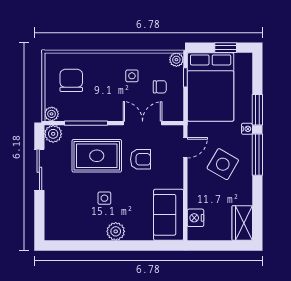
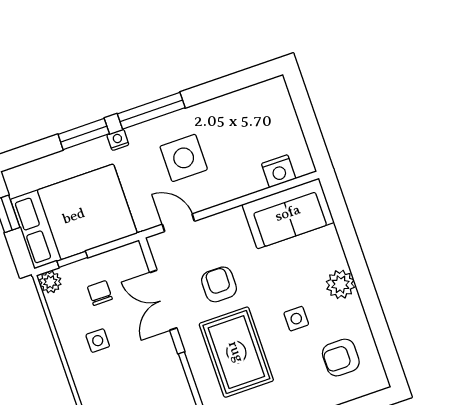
side table: (223, 164) -> (184, 158), turned -30
armchair: (72, 217) -> (341, 358), added
wardrobe: (242, 223) -> (262, 98), removed

